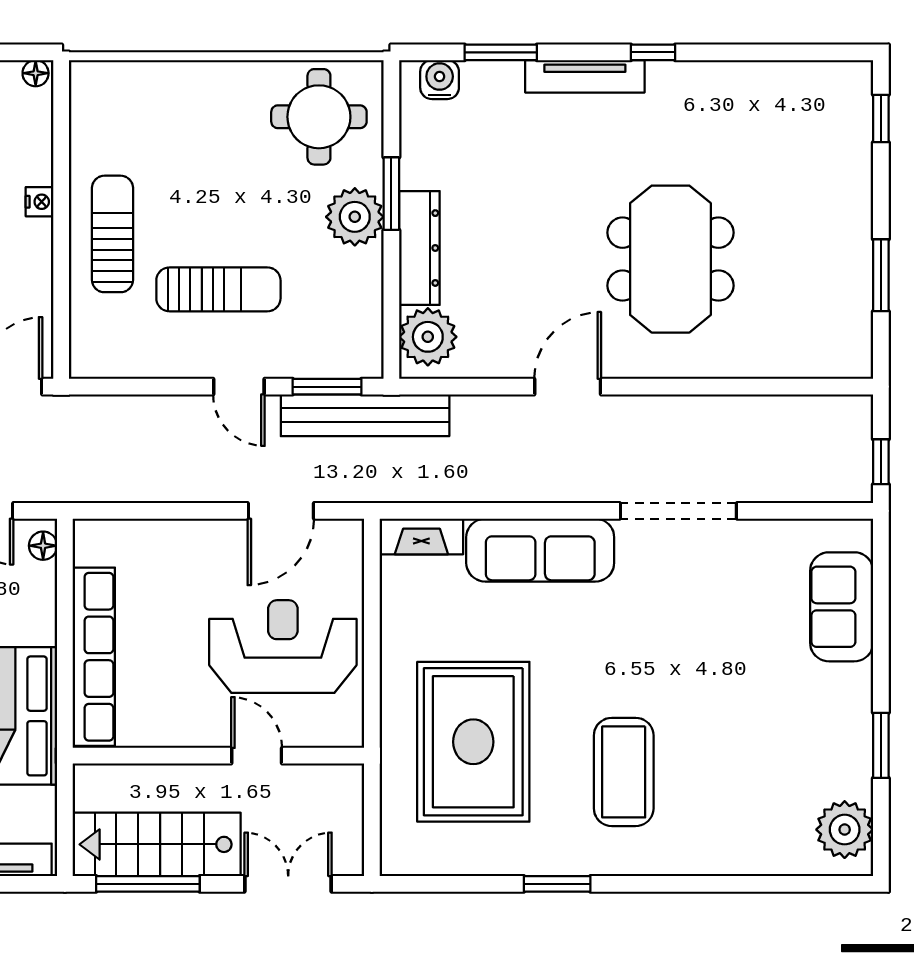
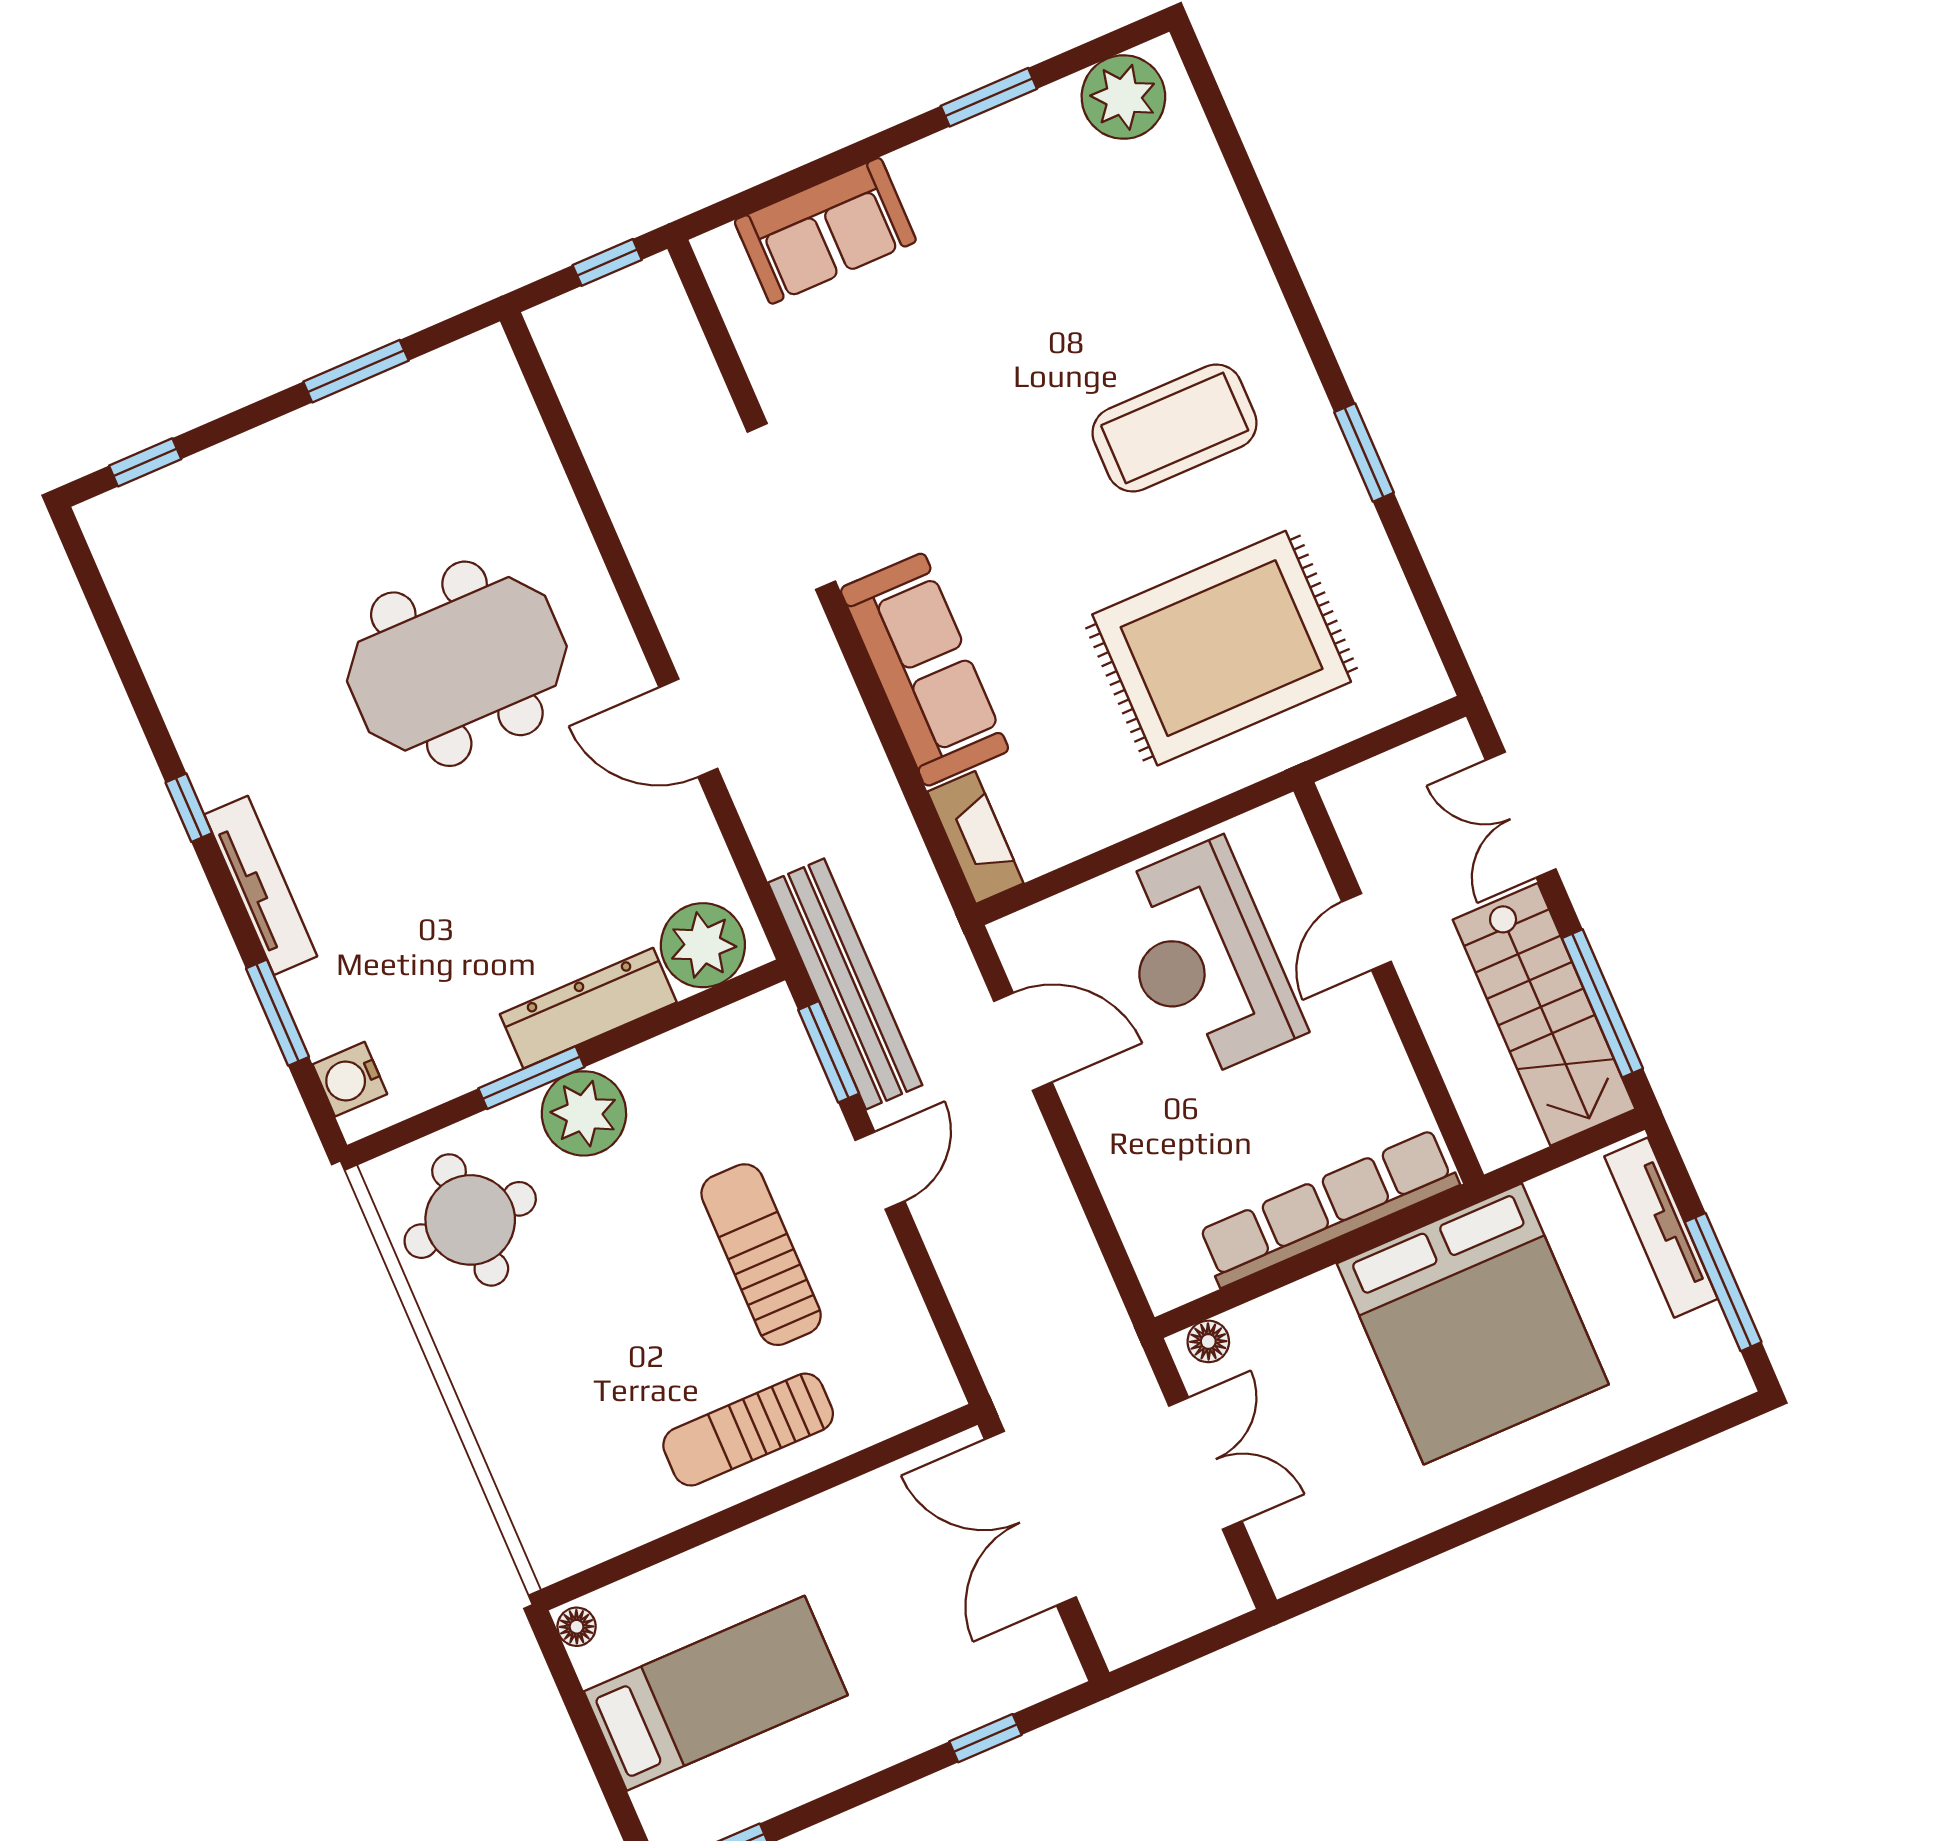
nightstand: (39, 202) -> (747, 1547), removed

